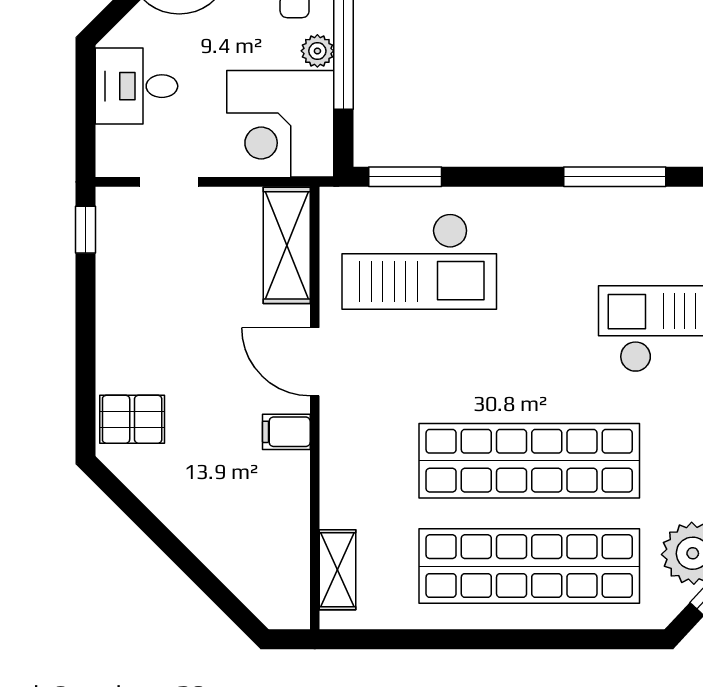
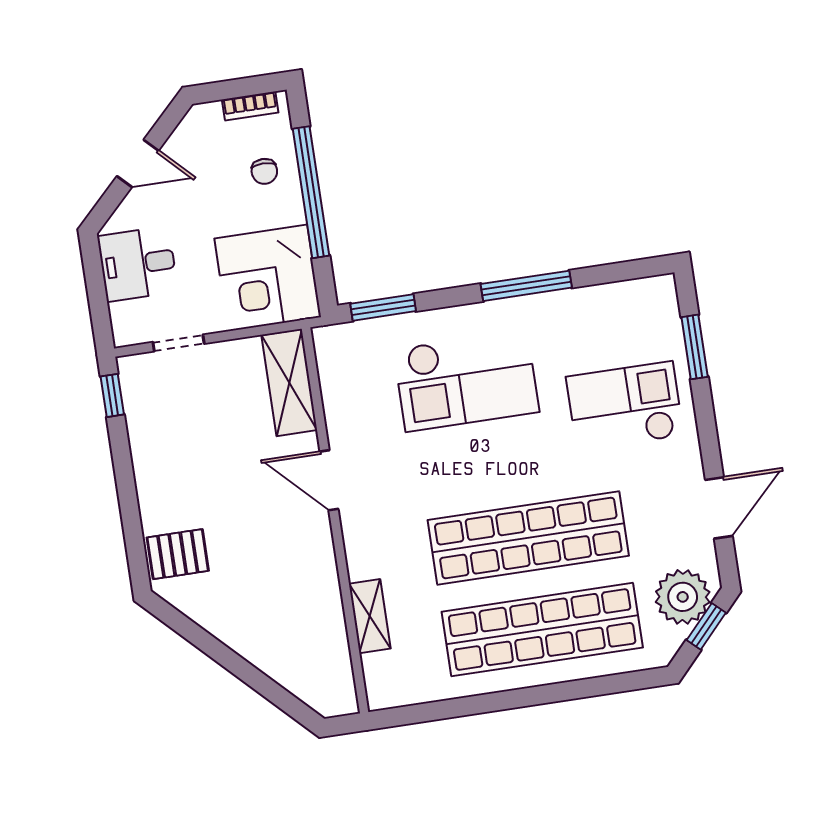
plant: (317, 51) -> (290, 210), removed
window: (615, 177) -> (526, 286), moved
checkout: (419, 261) -> (466, 380), moved
filing cabinet: (286, 432) -> (313, 545), removed
shelving: (338, 570) -> (370, 616), moved

